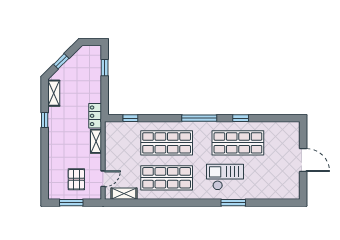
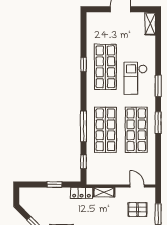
window: (105, 68) -> (54, 184), moved
window: (199, 118) -> (83, 126), moved
shelving: (124, 194) -> (150, 24), moved
window: (175, 203) -> (158, 123), added
window: (233, 203) -> (158, 86), moved

